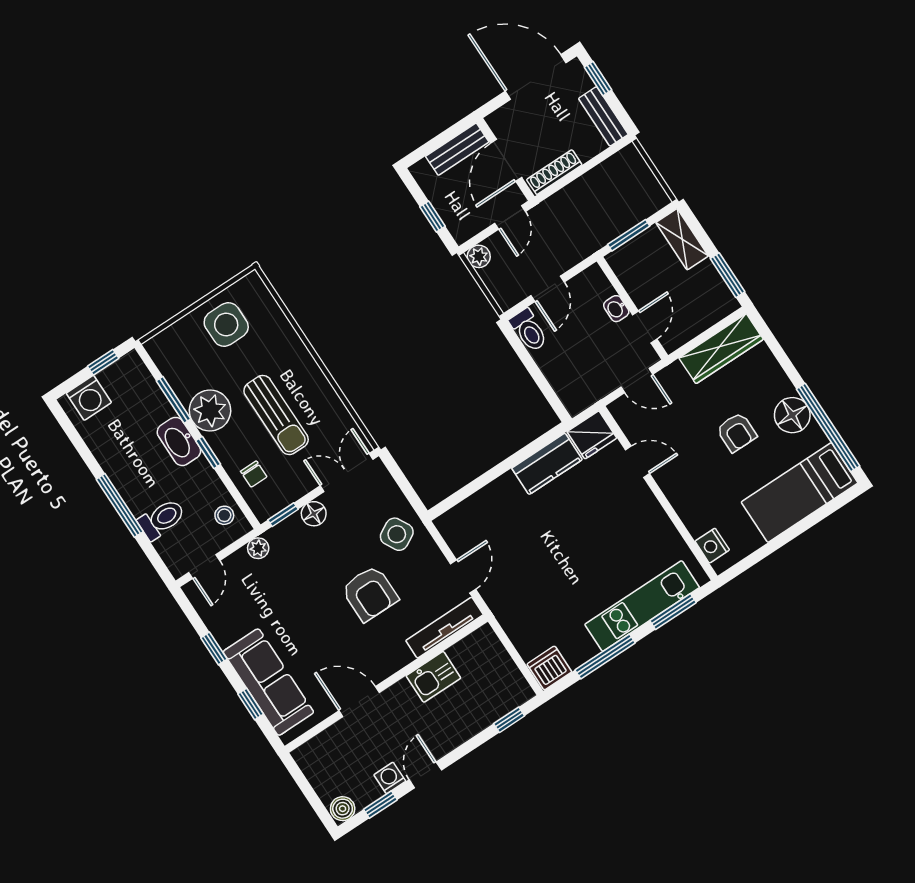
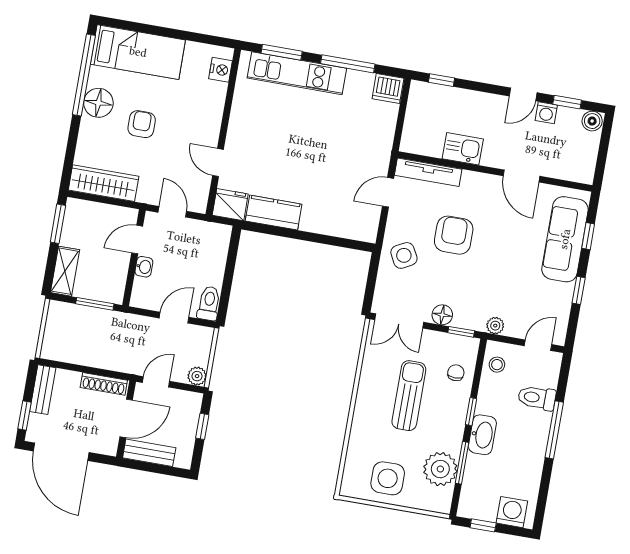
plant: (210, 411) -> (440, 469), moved

